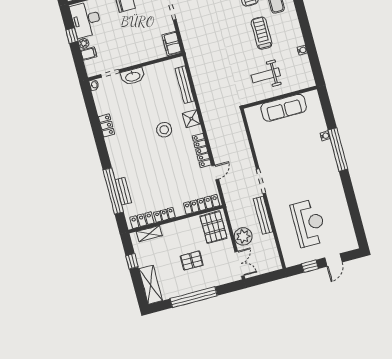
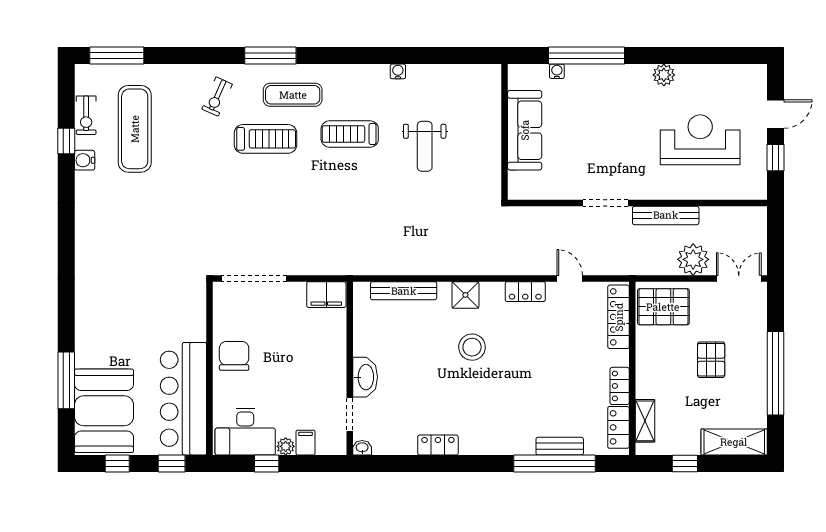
wall: (280, 97) -> (505, 132), moved
sofa: (284, 108) -> (525, 130), moved
locker: (202, 150) -> (525, 292), width x0.66
plant: (339, 194) -> (664, 75), added
door: (333, 260) -> (776, 114), hinge flipped

